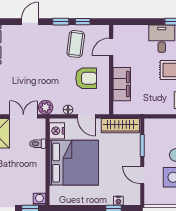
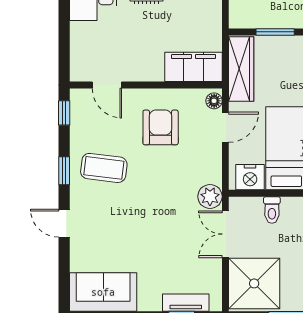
window: (83, 22) -> (64, 113), moved
coffee table: (76, 44) -> (104, 168), moved
filing cabinet: (122, 84) -> (194, 67), moved
floor lamp: (68, 110) -> (214, 101), moved

